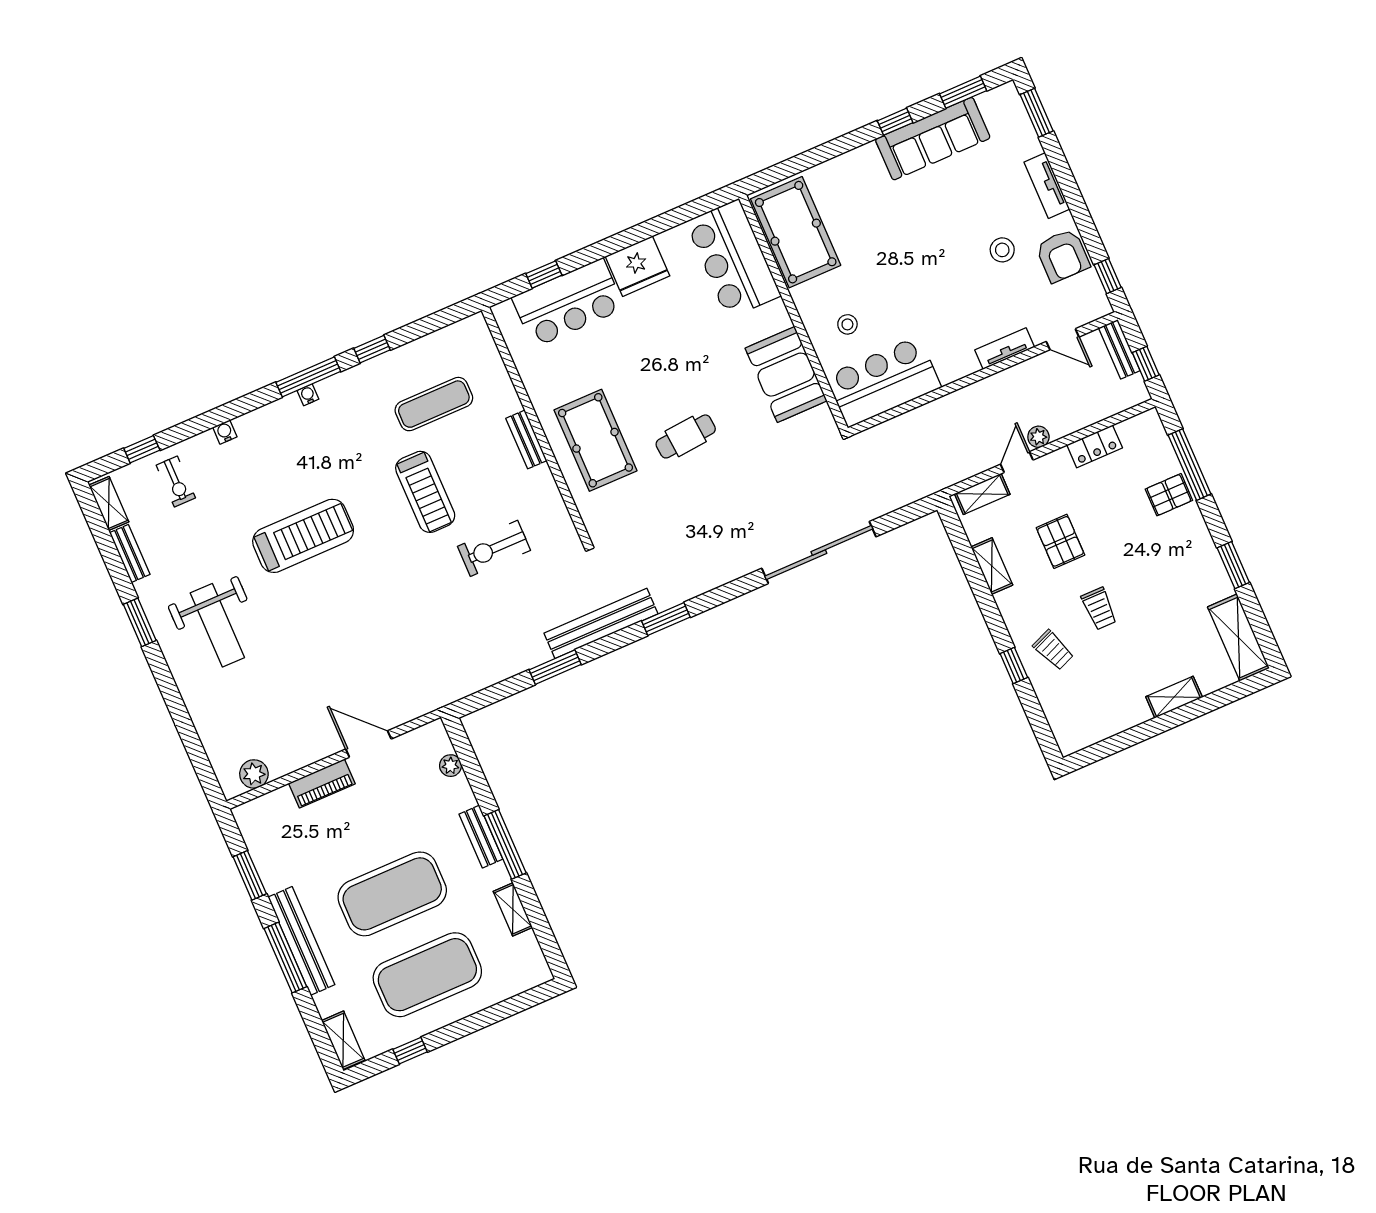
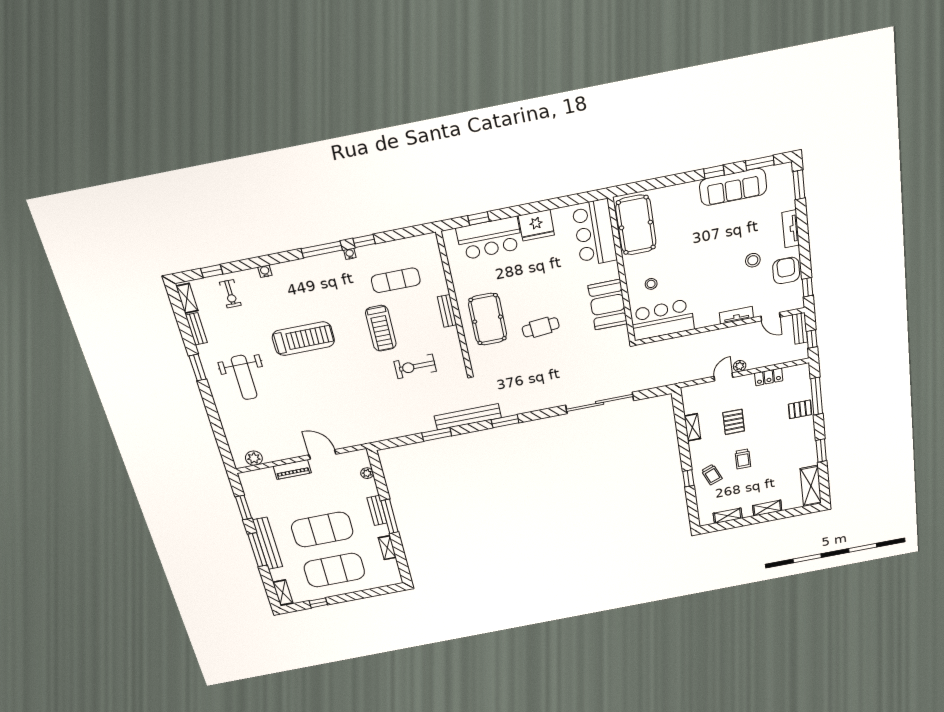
armchair: (1063, 256) -> (786, 271), turned 180
water cooler: (308, 395) -> (350, 254), moved
shelving: (982, 494) -> (728, 516), moved

